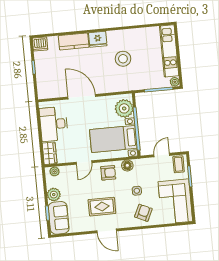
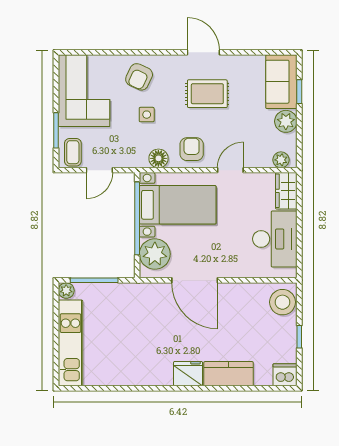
stool: (123, 59) -> (282, 302), moved
door: (82, 97) -> (195, 280), moved
armchair: (108, 173) -> (192, 149), turned 90

